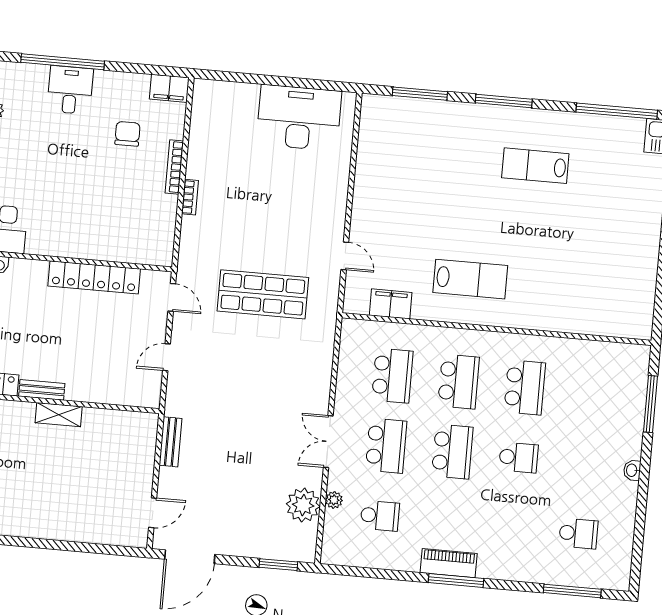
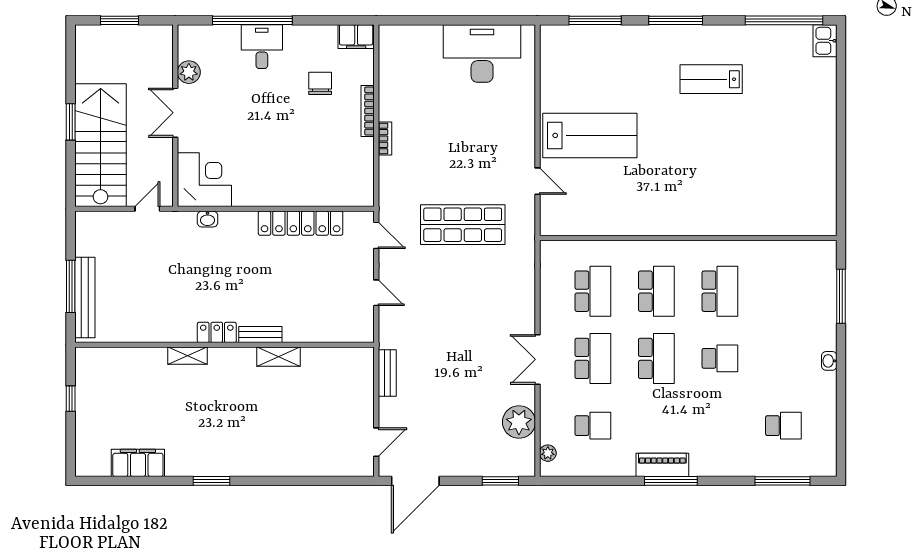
lab bench: (470, 279) -> (590, 135), moved, width x1.36, depth x1.39
filing cabinet: (391, 304) -> (585, 223), removed
door: (166, 357) -> (376, 293), swing flipped
plant: (334, 500) -> (548, 453), moved

